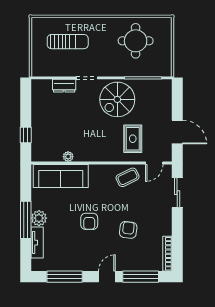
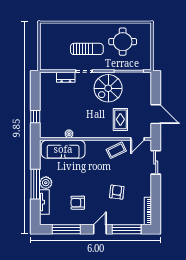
sun lounger: (68, 42) -> (87, 49), moved
armchair: (89, 221) -> (78, 203), moved, turned 90

